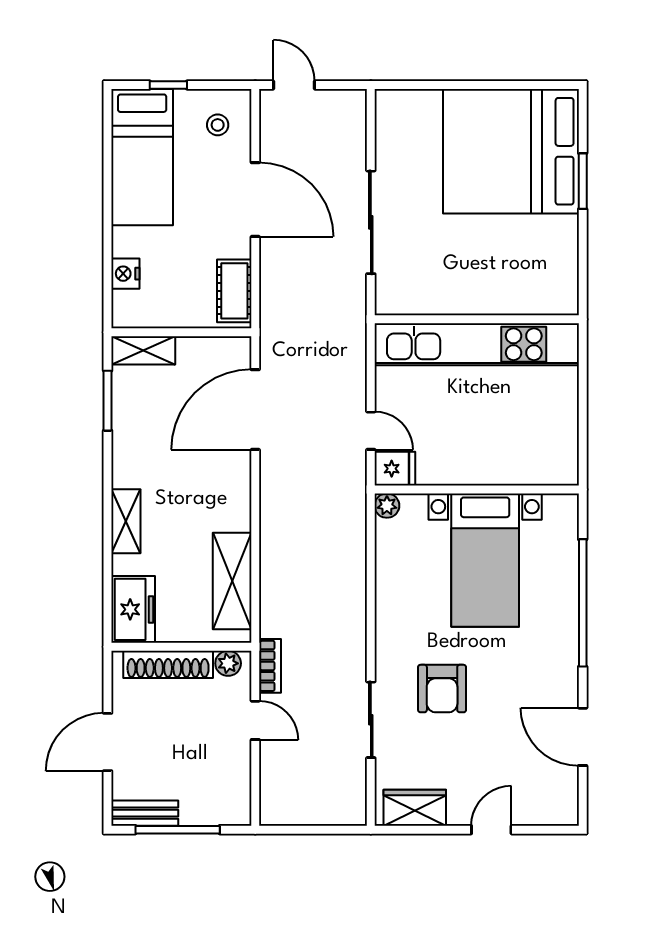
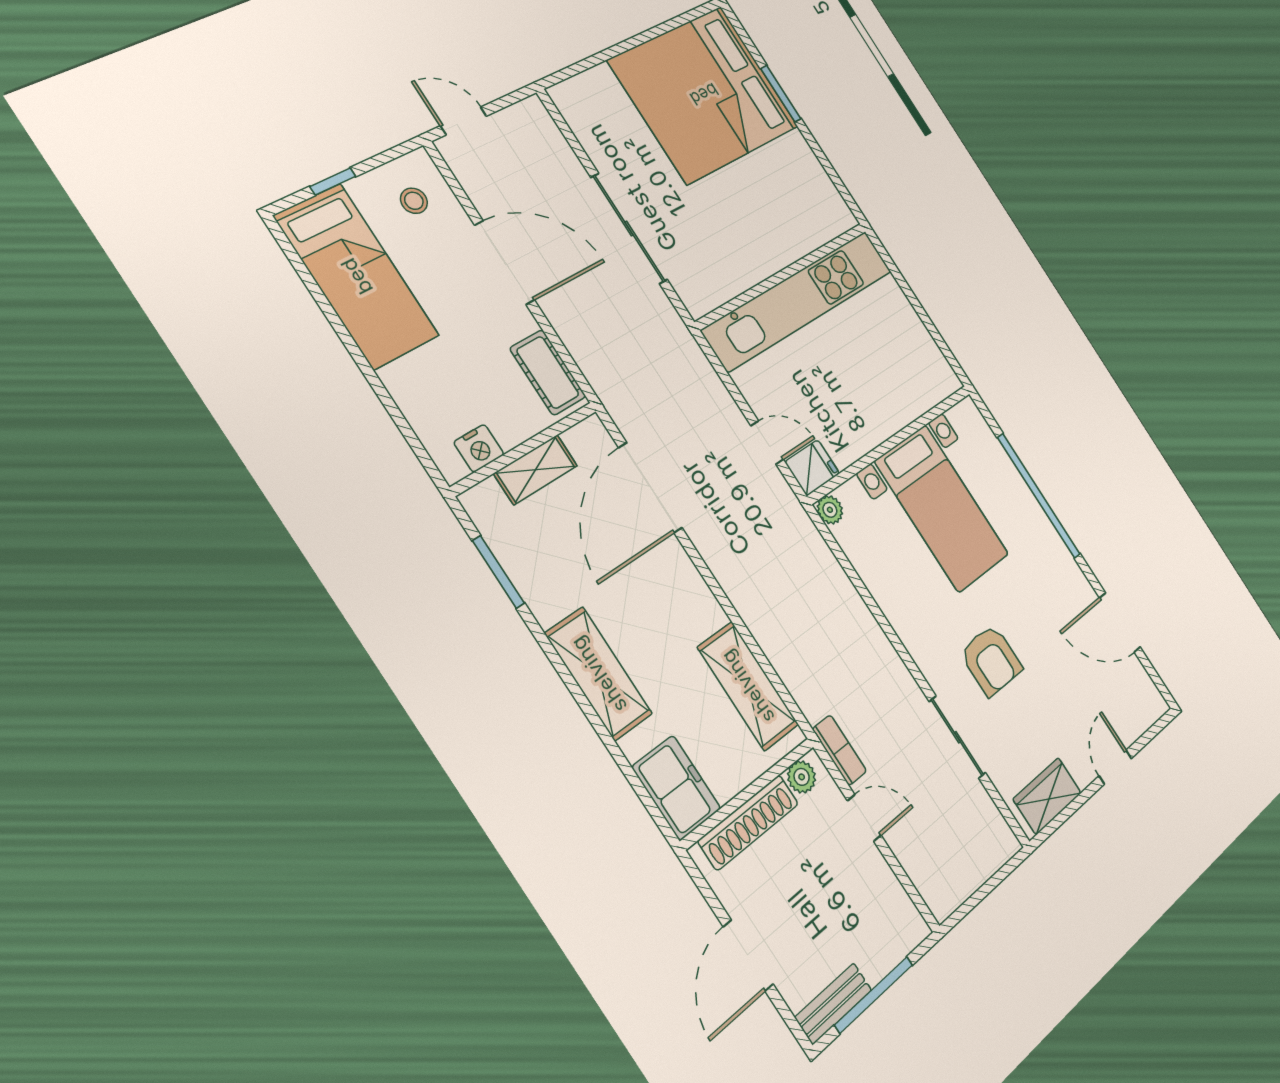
nightstand: (125, 274) -> (479, 448), moved, turned -90
shelving: (143, 350) -> (536, 470), moved
shelving: (126, 521) -> (599, 674), width x1.50, depth x1.33

